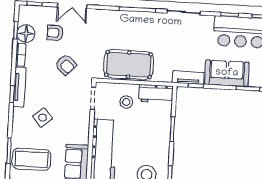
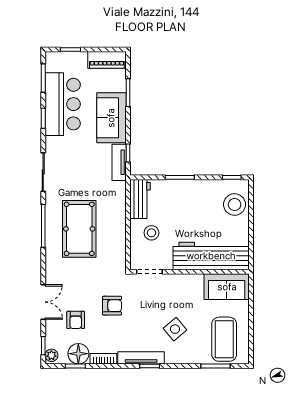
plant: (26, 10) -> (51, 355), added
armchair: (66, 65) -> (112, 306), turned 46
pool table: (129, 65) -> (79, 229), moved

